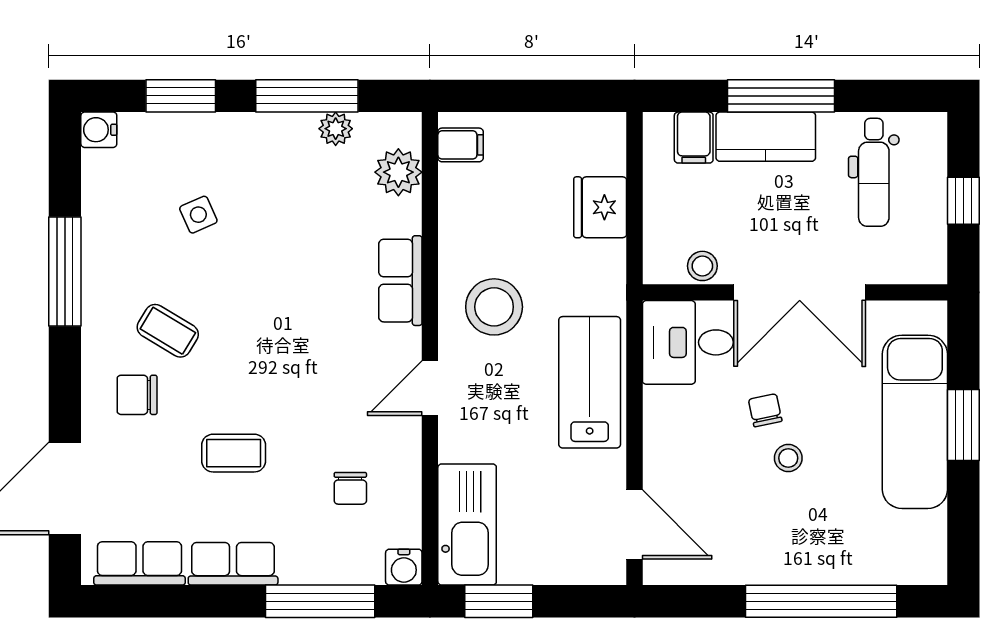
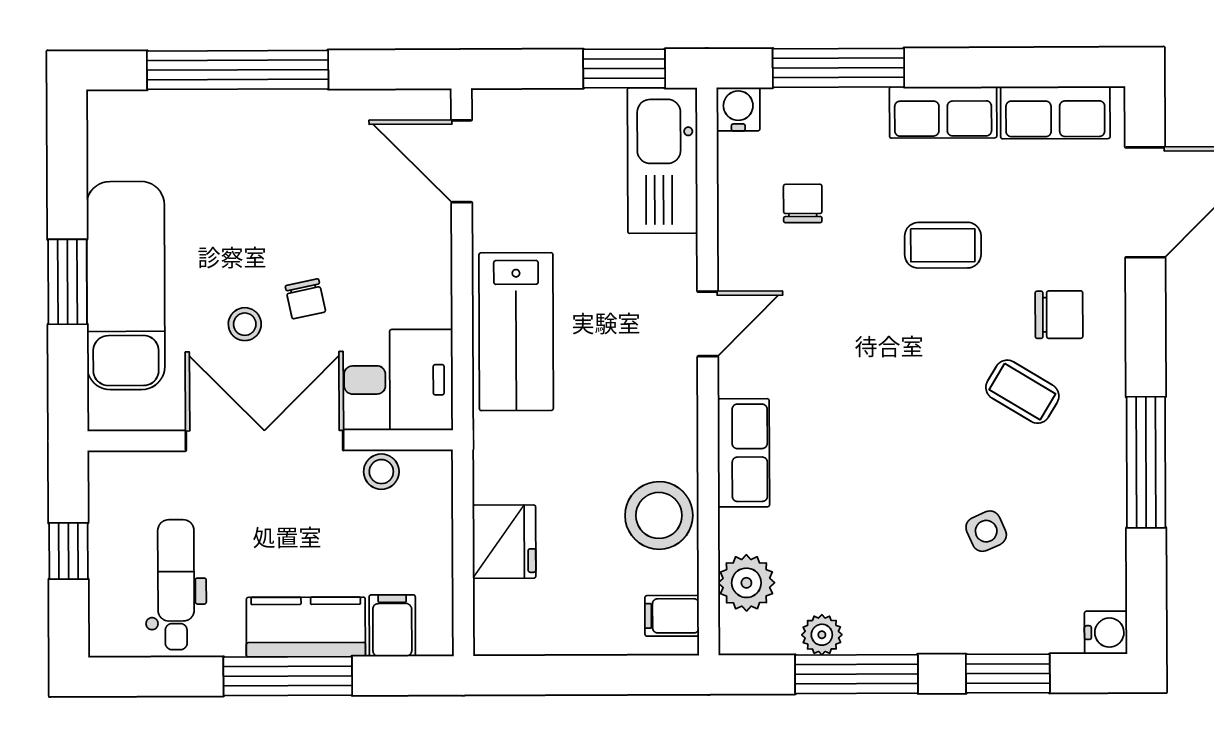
stool: (494, 307) -> (659, 515), moved
stool: (788, 458) -> (245, 324), moved

